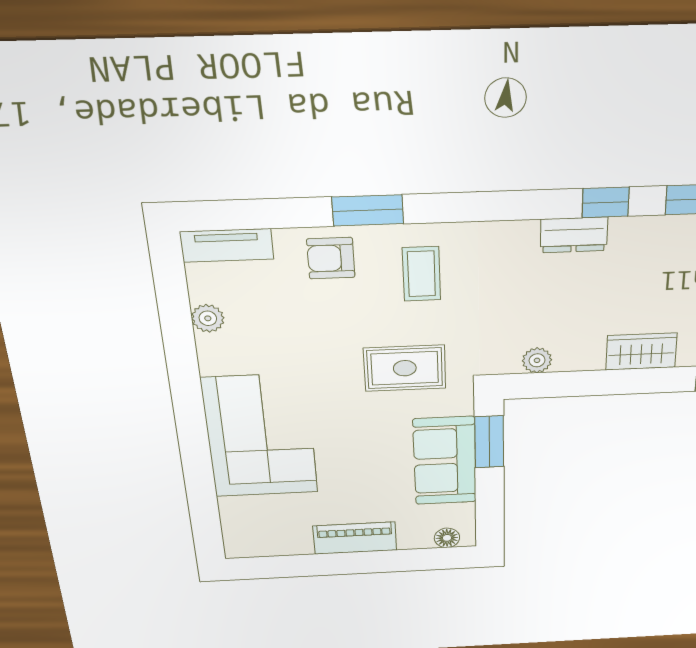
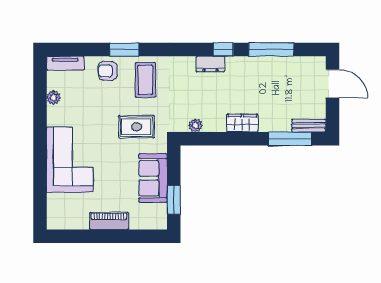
coffee table: (421, 274) -> (145, 80), width x1.36, depth x1.30
window: (489, 442) -> (174, 200), moved
floor lamp: (447, 538) -> (153, 224), removed

